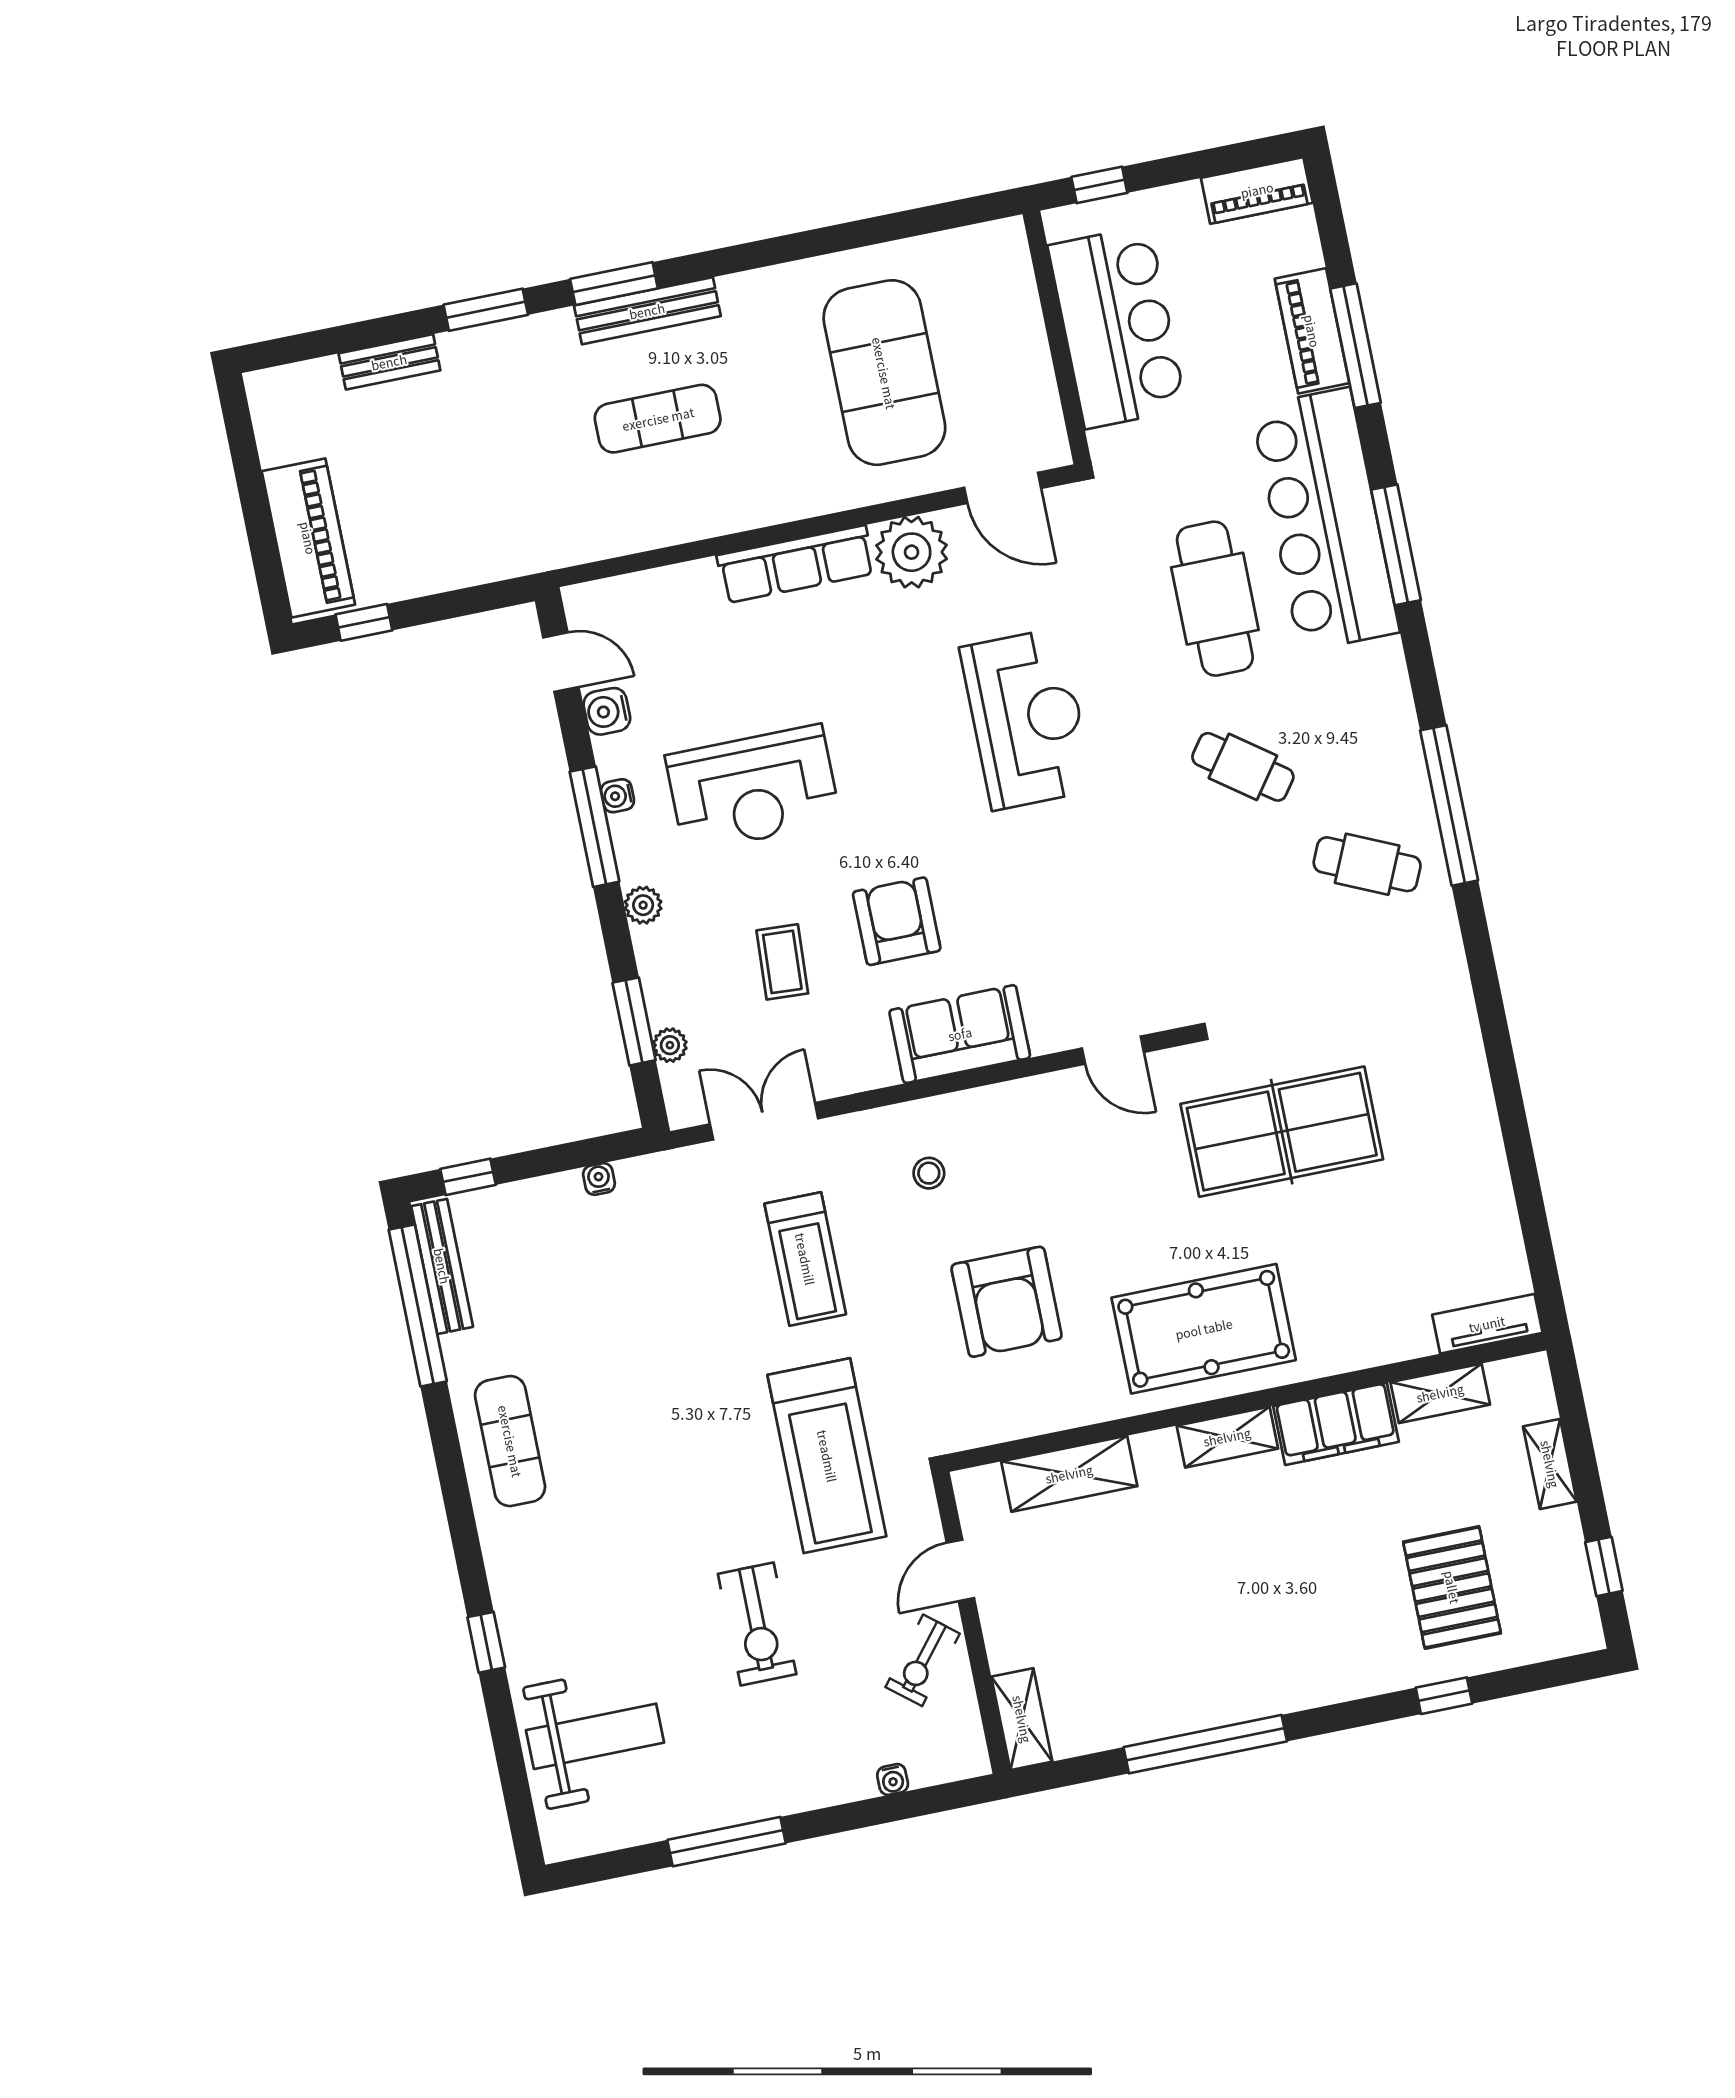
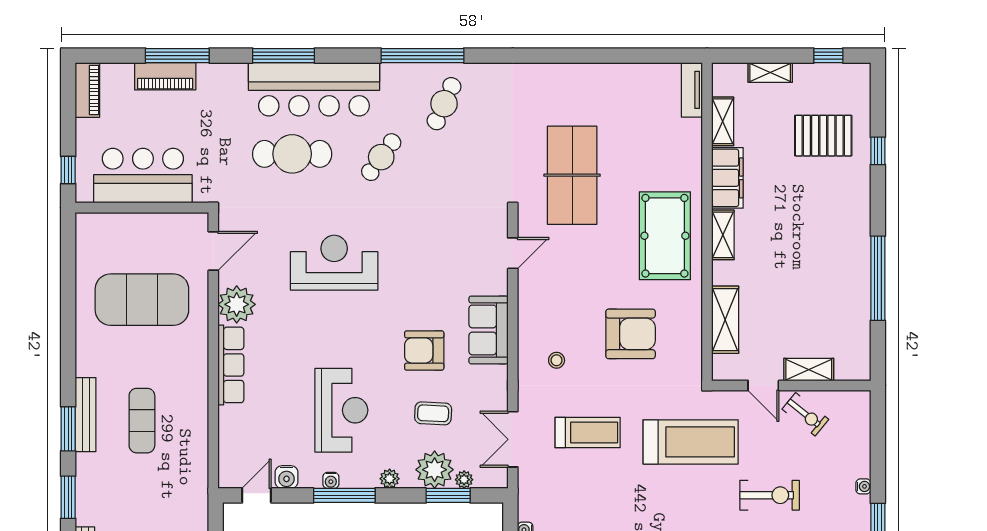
bar counter: (1325, 520) -> (314, 89), moved
plant: (677, 986) -> (435, 470), added
shelving: (1022, 1719) -> (809, 370), moved
water cooler: (893, 1780) -> (863, 486), moved

